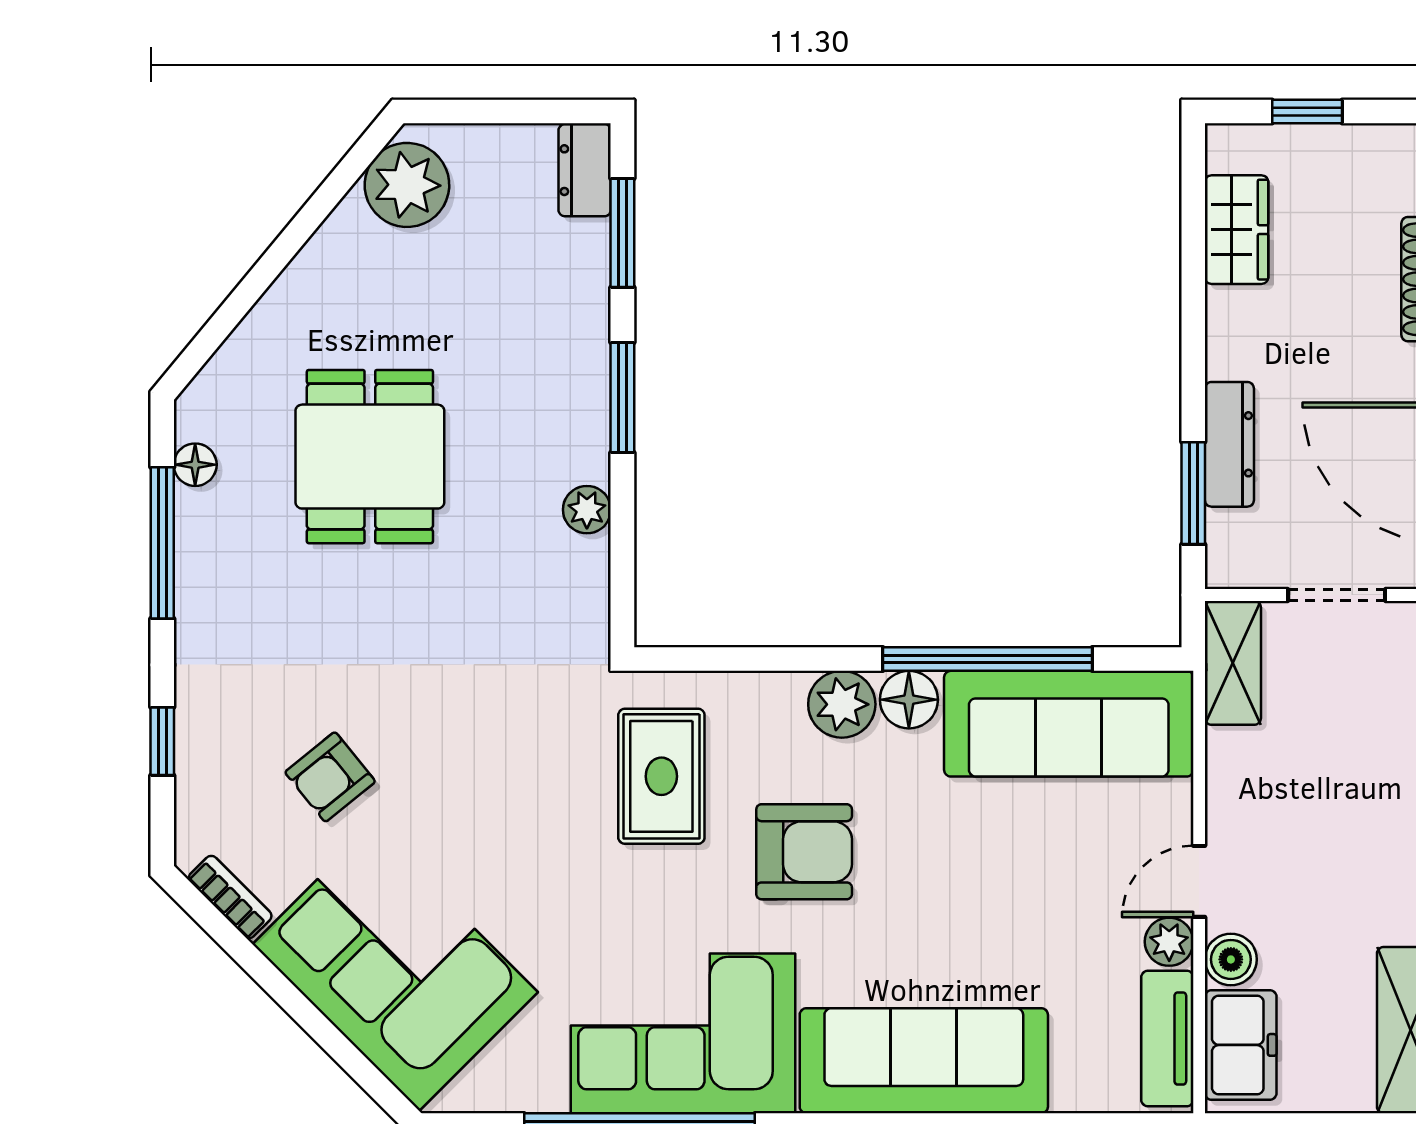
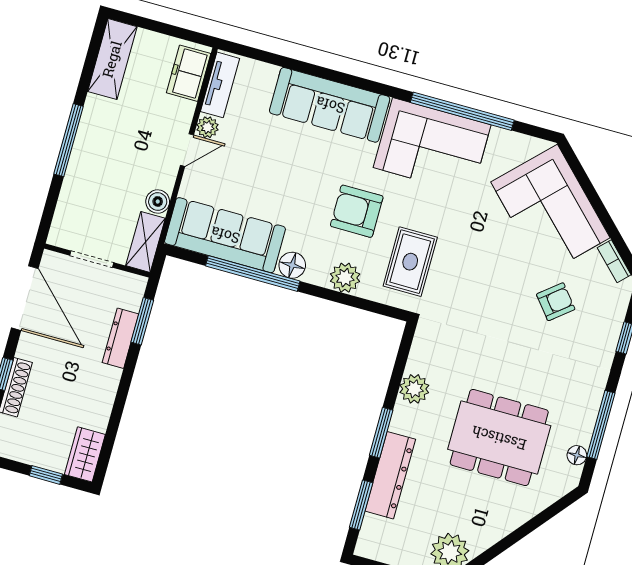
dresser: (585, 170) -> (390, 475), moved, width x1.96, depth x1.24
wardrobe: (1236, 230) -> (85, 454), moved
dining table: (370, 457) -> (499, 438), width x1.38
plant: (587, 510) -> (414, 389), width x1.38, depth x1.38
plant: (842, 704) -> (345, 278), moved
boiler: (1231, 959) -> (158, 201), moved

